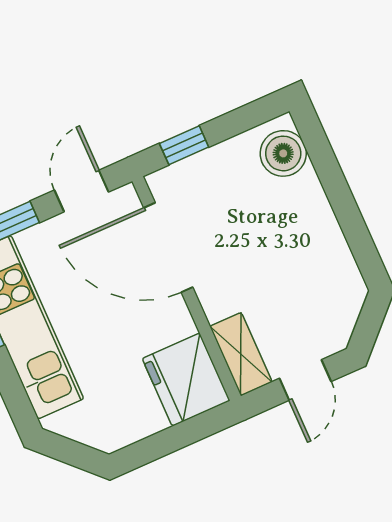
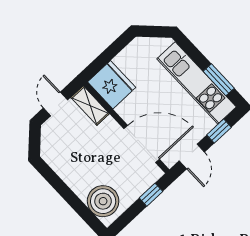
boiler: (283, 153) -> (103, 201), width x1.37, depth x1.37

